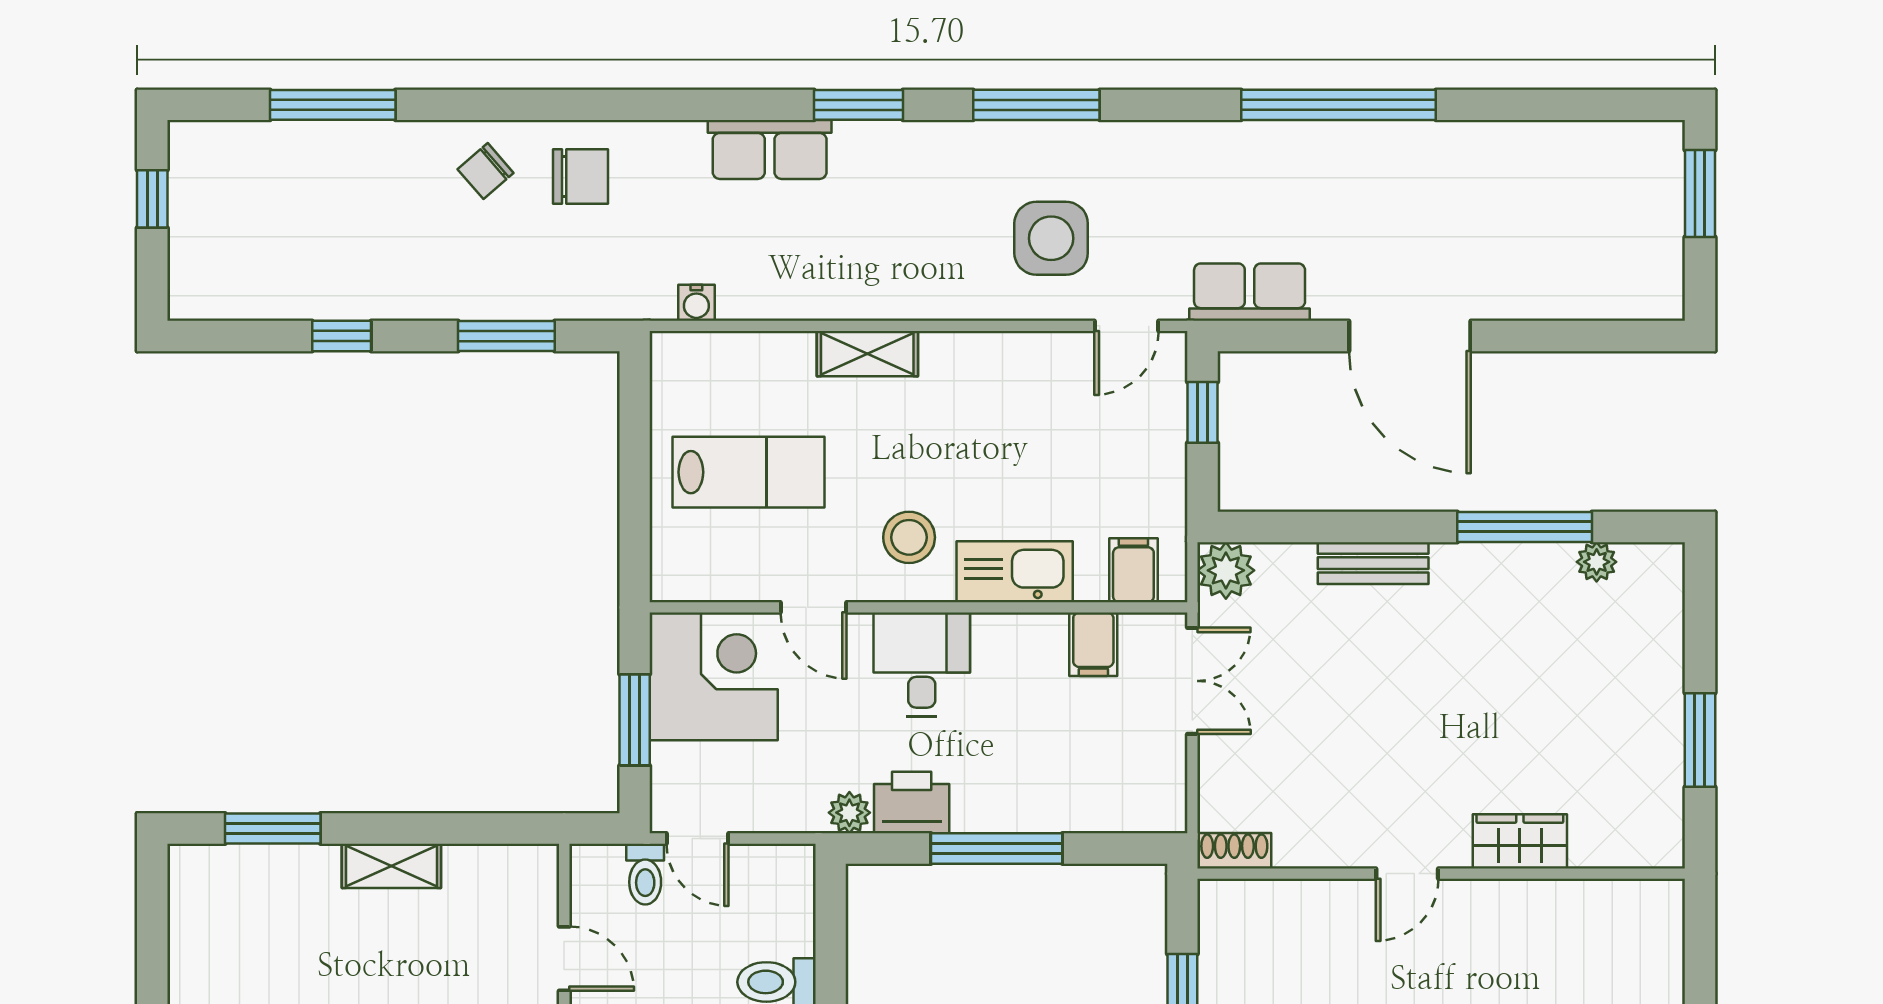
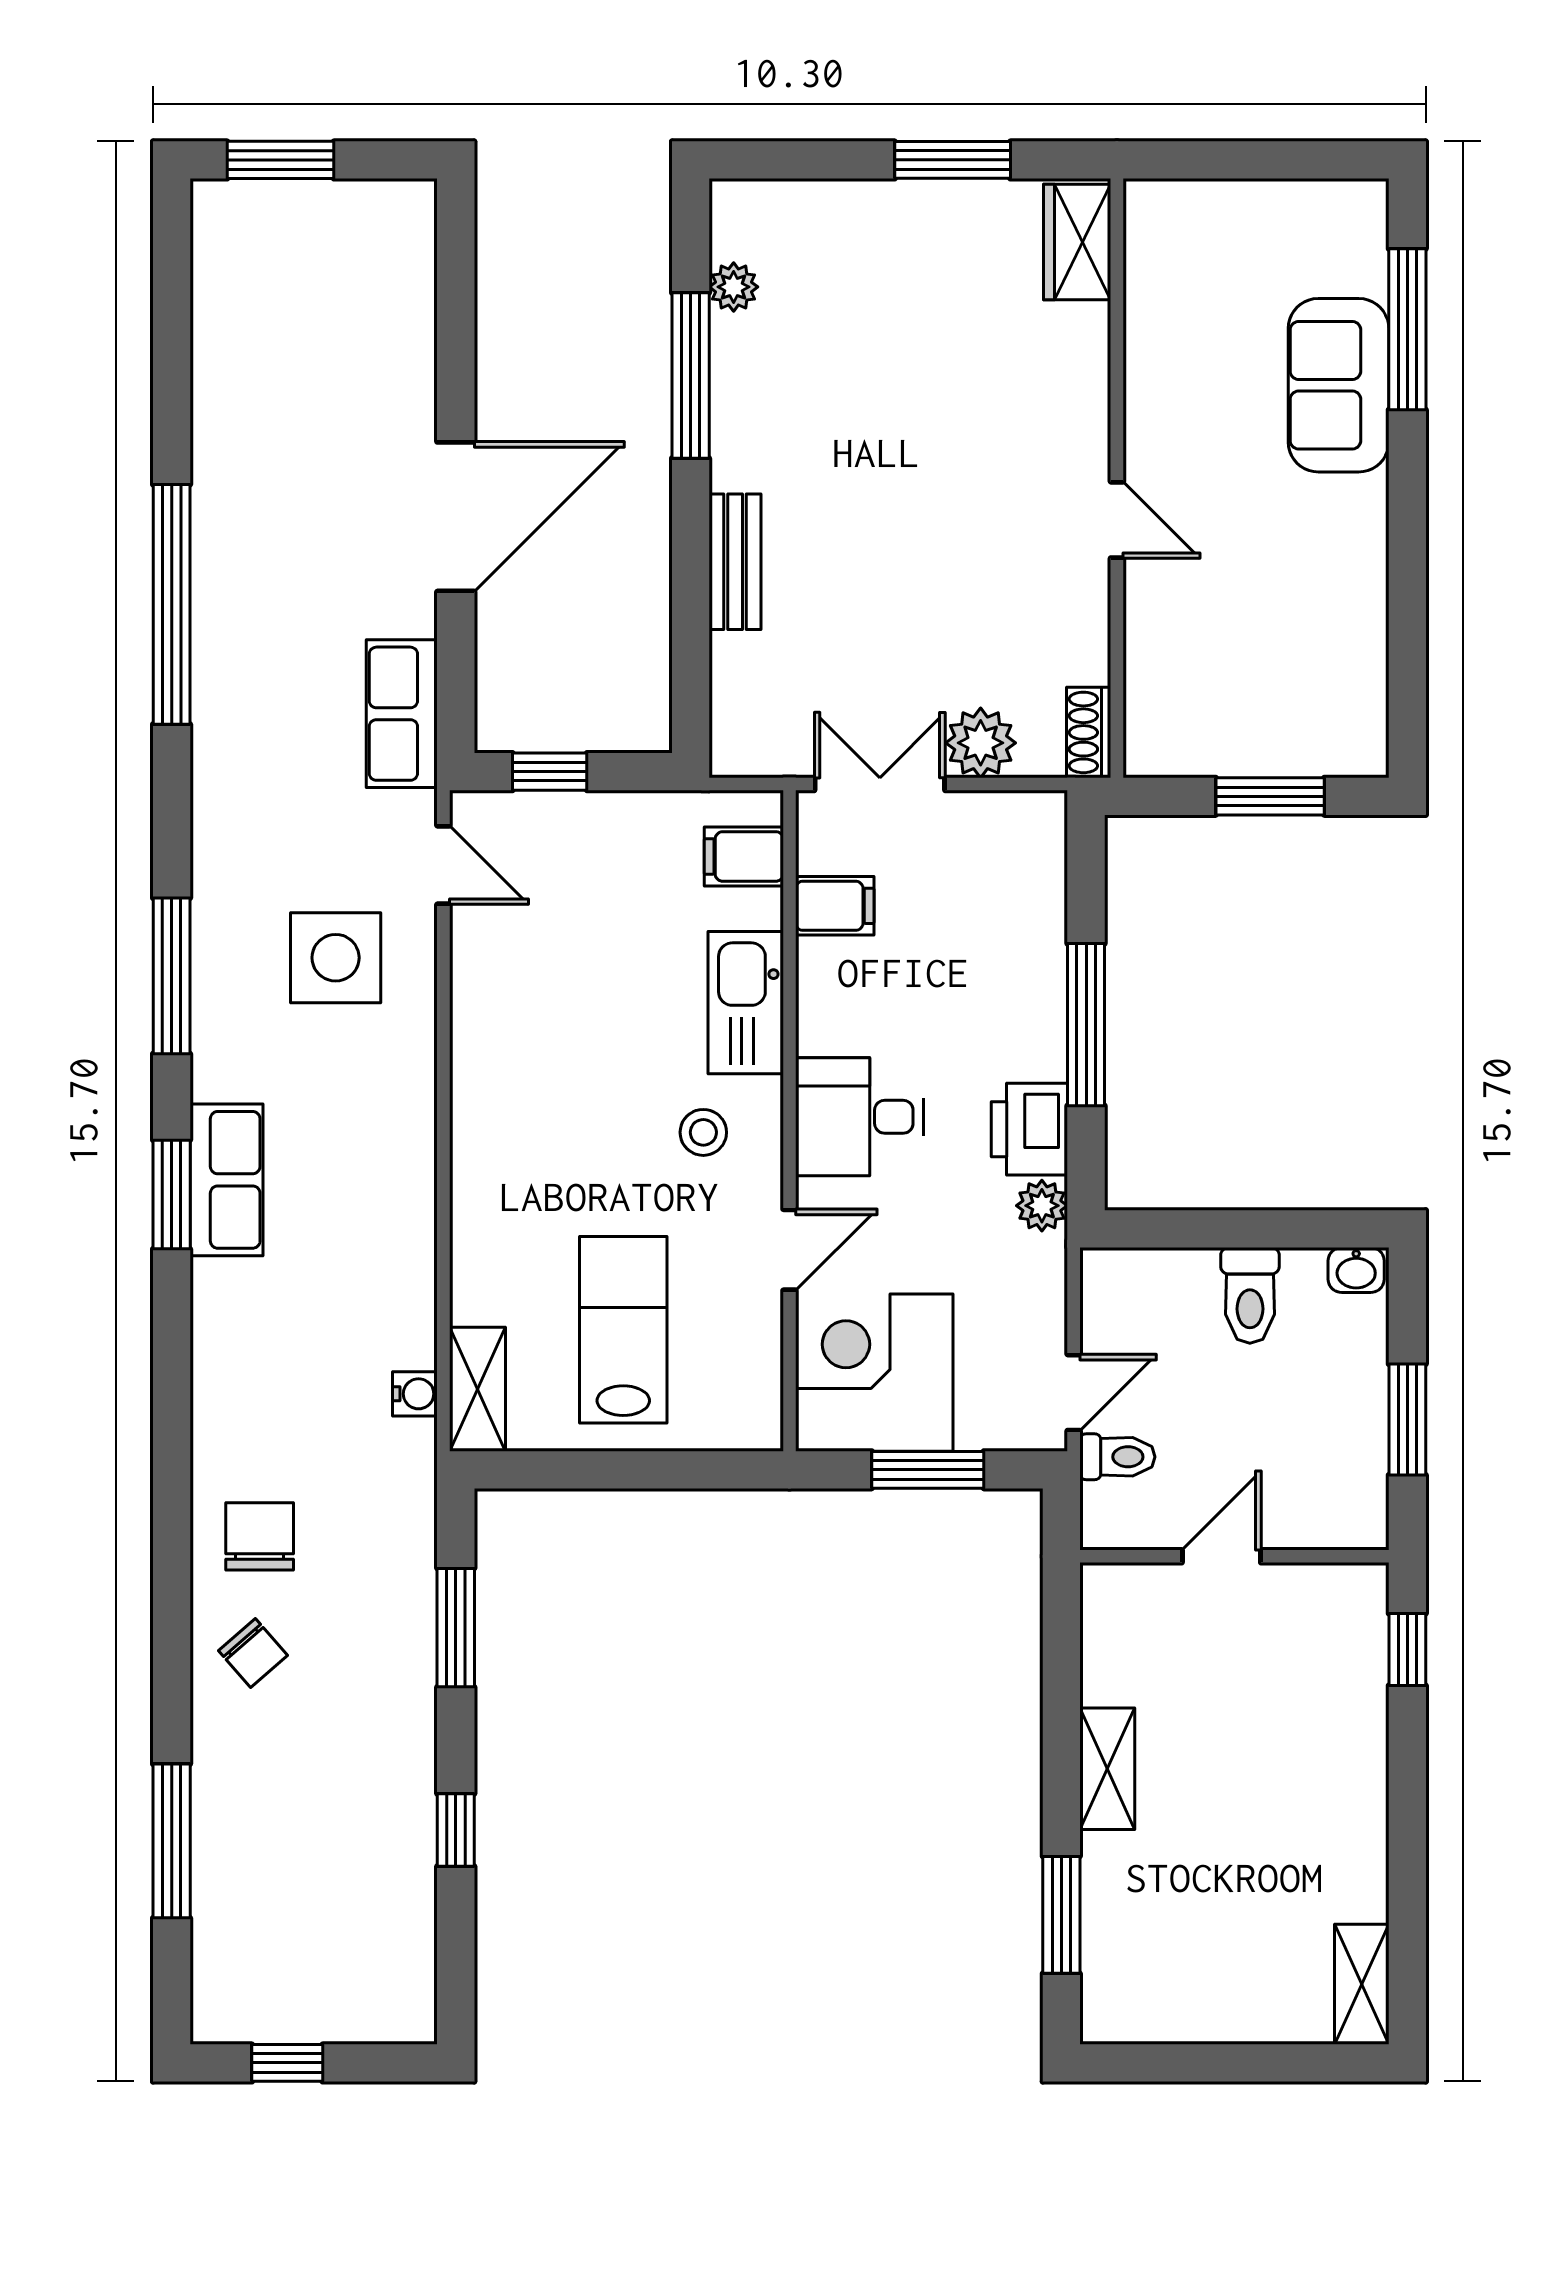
row of seats: (770, 149) -> (226, 1180), moved
shelving: (867, 354) -> (478, 1389), moved
stool: (909, 537) -> (703, 1132), width x0.73, depth x0.73
plant: (1226, 570) -> (981, 743), moved
wardrobe: (1520, 841) -> (1077, 242), moved

